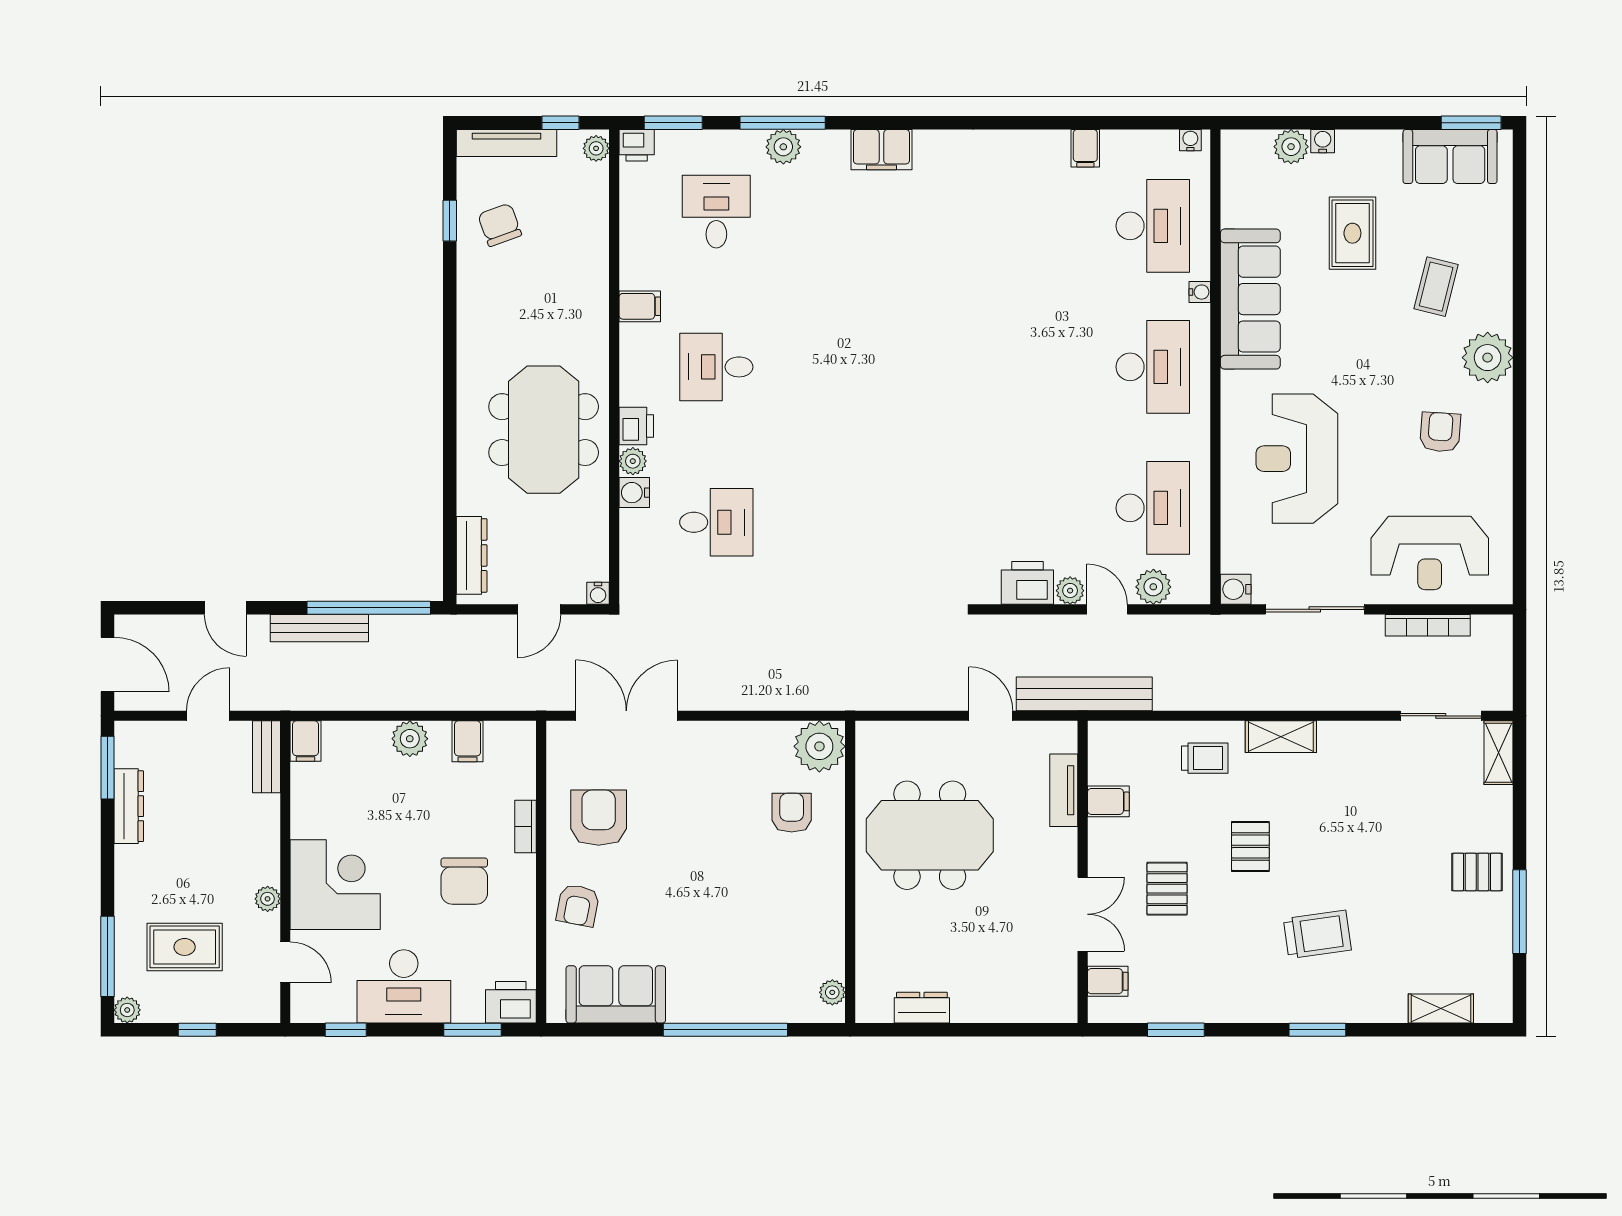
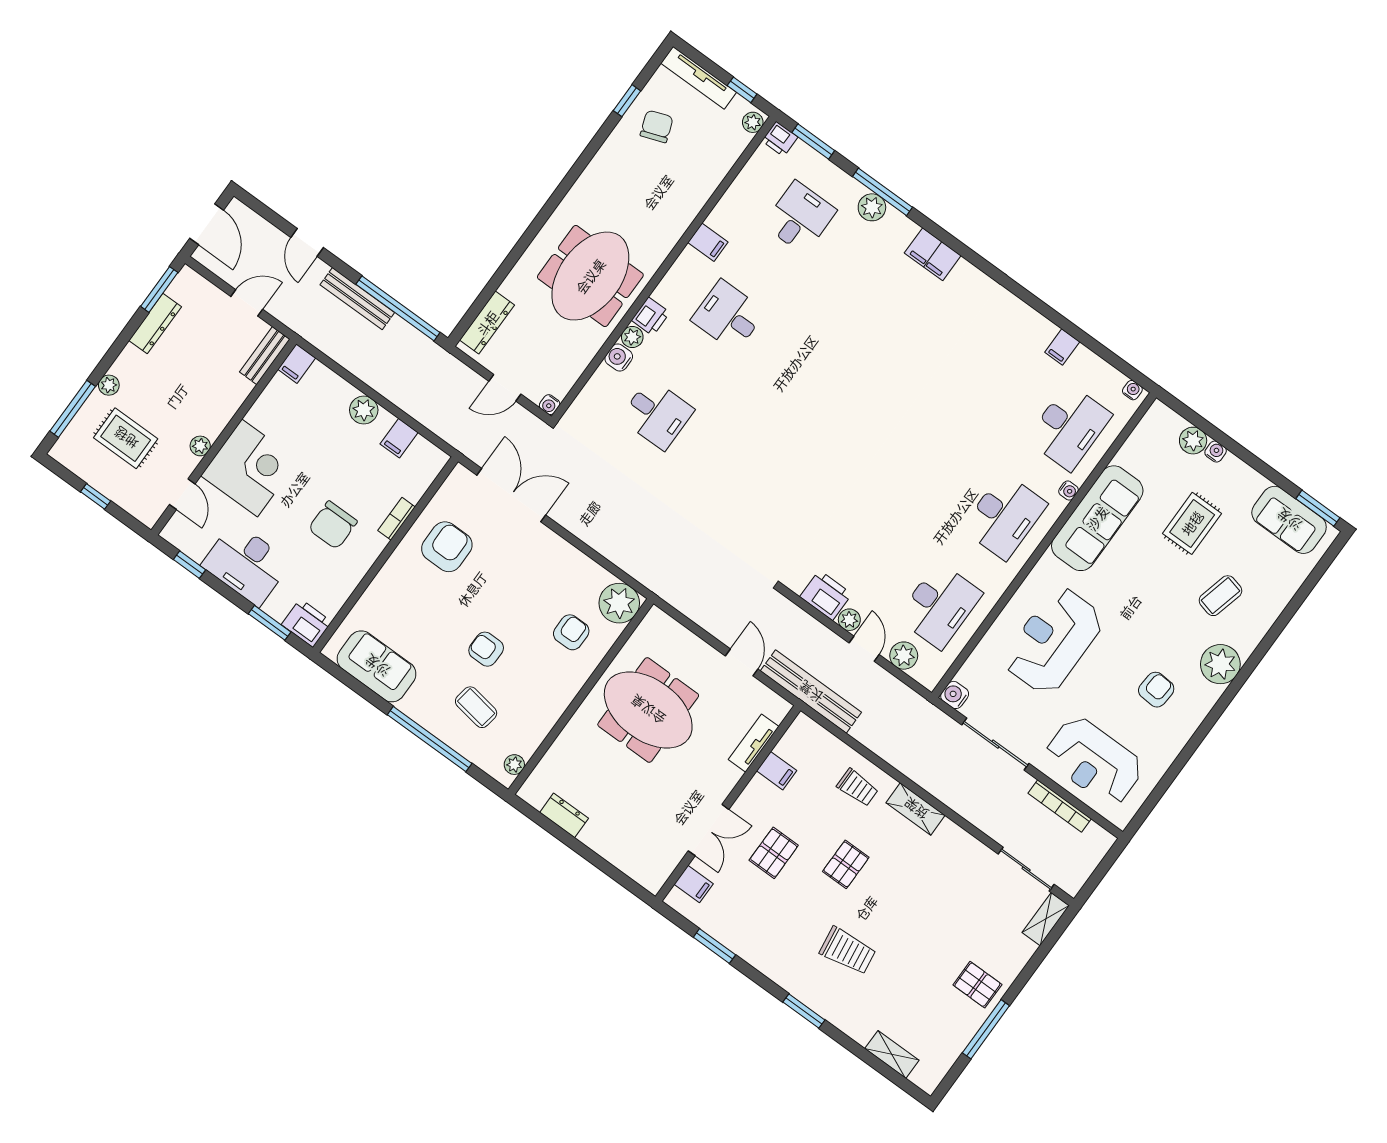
armchair: (578, 905) -> (486, 649), moved, turned 79
coffee table: (750, 962) -> (476, 707), added
plant: (127, 1010) -> (109, 385), moved

